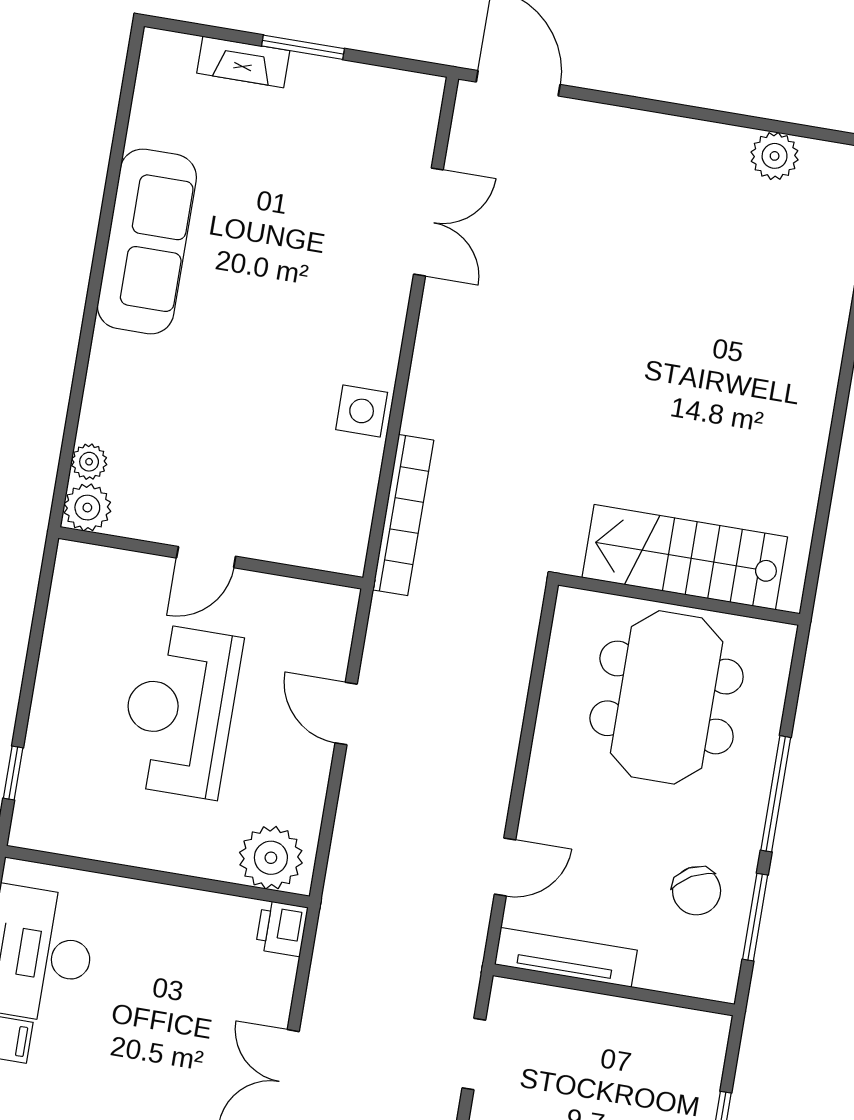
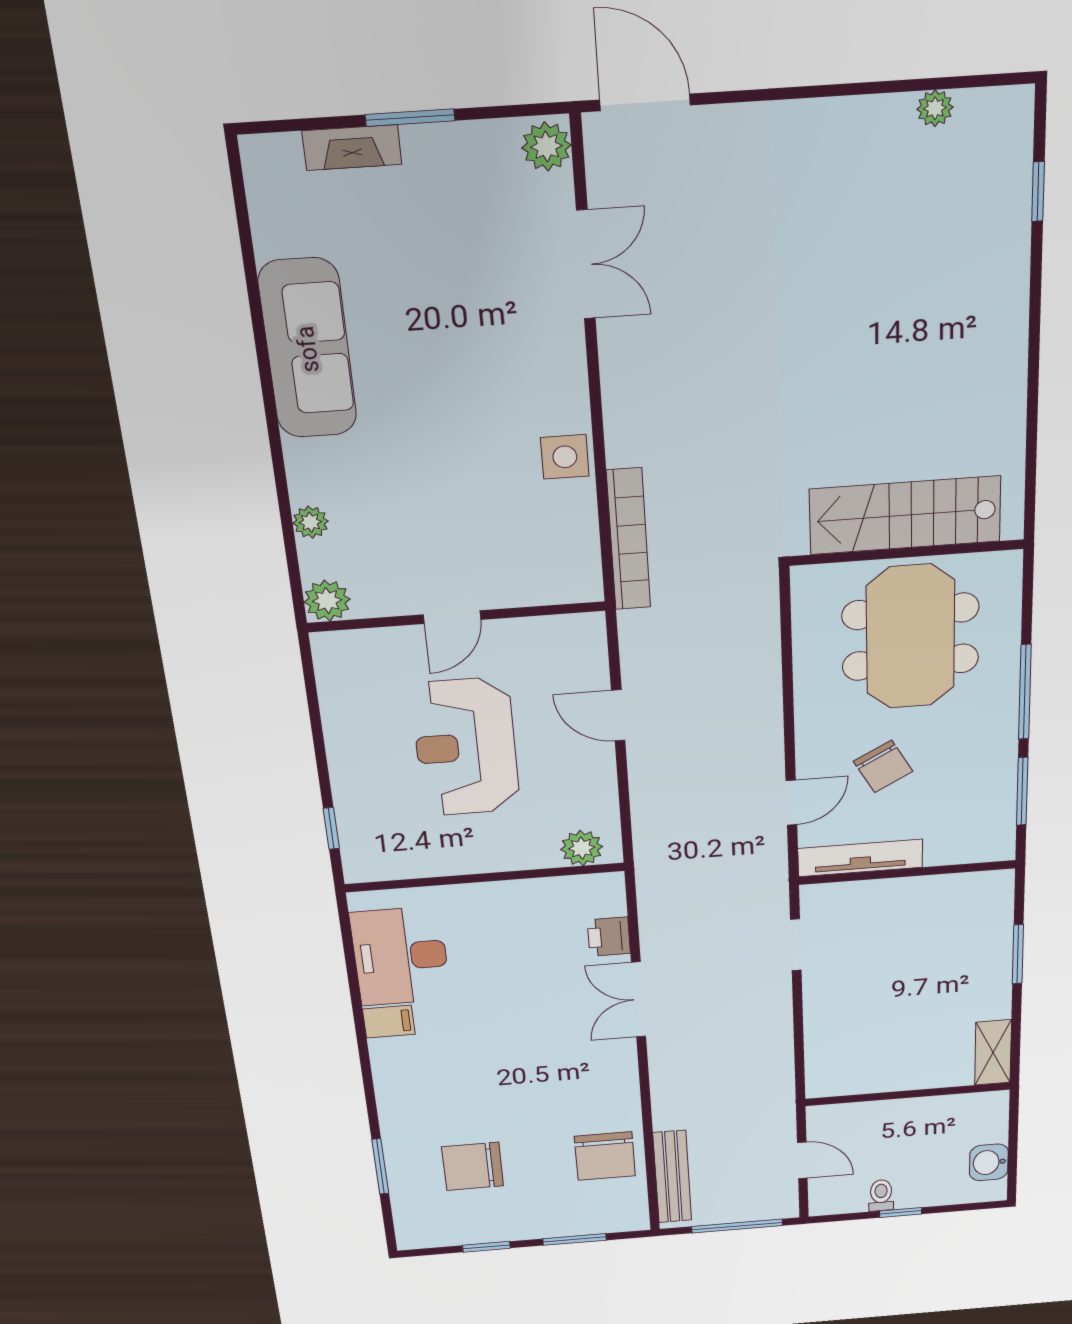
plant: (419, 102) -> (546, 146), added
plant: (775, 156) -> (935, 108), width x0.73, depth x0.73
plant: (89, 462) -> (310, 522), moved
plant: (271, 858) -> (582, 848), width x0.73, depth x0.73
chair: (697, 891) -> (883, 766), moved
printer: (282, 928) -> (609, 937), moved

